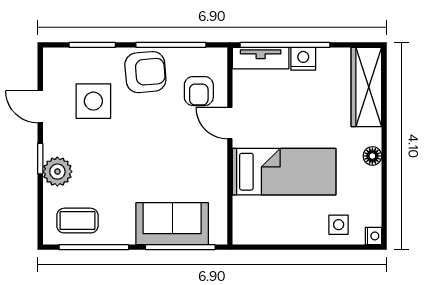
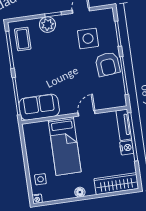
armchair: (199, 91) -> (101, 94), removed
sofa: (172, 224) -> (39, 107), moved, turned -90

